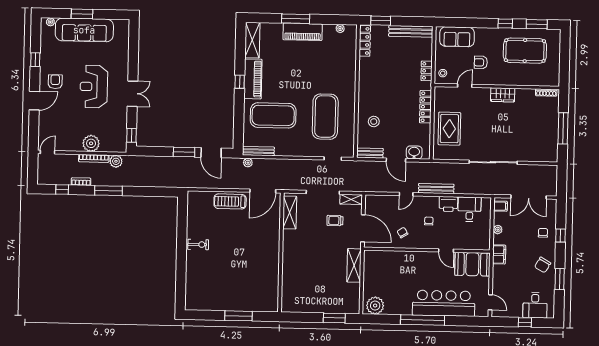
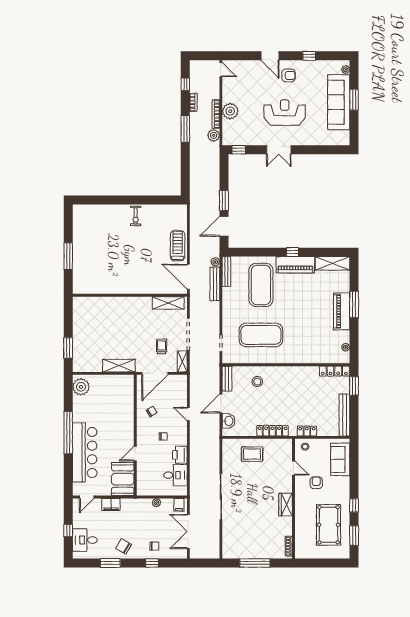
rug: (449, 129) -> (252, 454), width x0.73, depth x0.70
bench: (436, 189) -> (215, 284), moved
filing cabinet: (499, 254) -> (111, 504), moved

